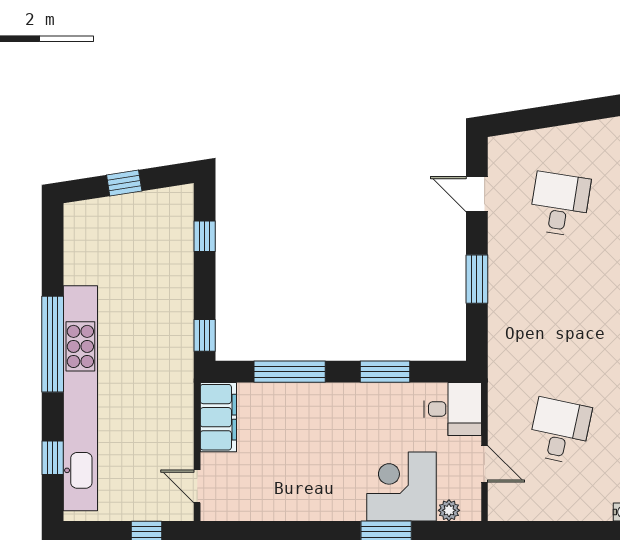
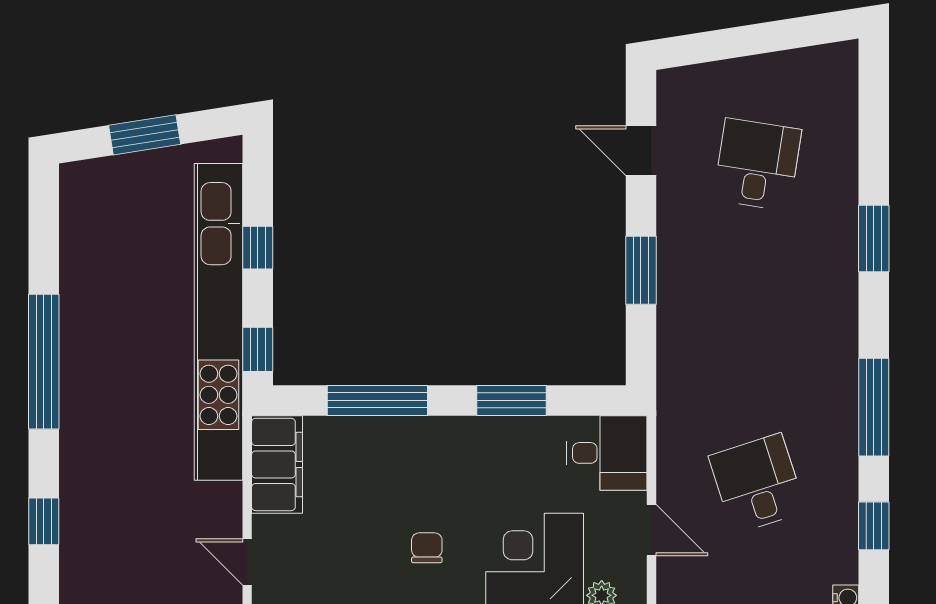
window: (124, 183) -> (145, 135), width x1.50
window: (205, 236) -> (258, 248), moved
kitchen unit: (80, 398) -> (218, 322), moved, turned 180
desk: (560, 431) -> (757, 484), turned -30
chair: (325, 476) -> (427, 548), added

